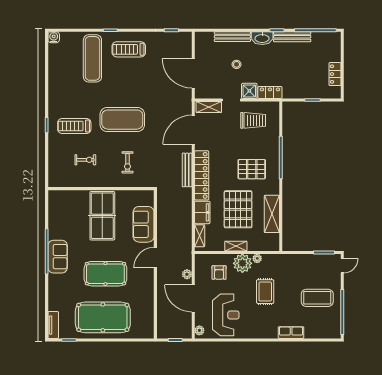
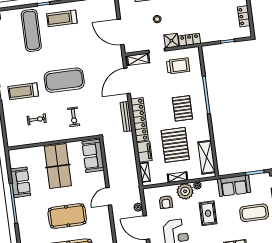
pallet: (252, 169) -> (182, 108), turned 90
shelving: (272, 214) -> (207, 157), moved
sofa: (144, 224) -> (93, 156), moved
sofa: (58, 257) -> (20, 182), moved
sofa: (299, 264) -> (234, 186), added

